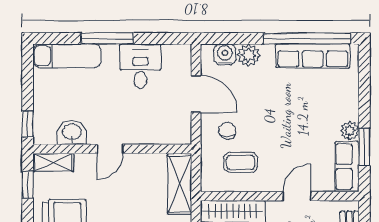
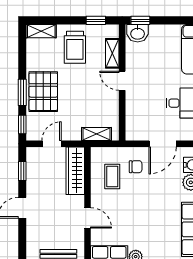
washbasin: (72, 132) -> (138, 33), moved, turned 90
shelving: (53, 162) -> (112, 53), moved
shelving: (180, 184) -> (96, 134), width x0.67, depth x0.75

